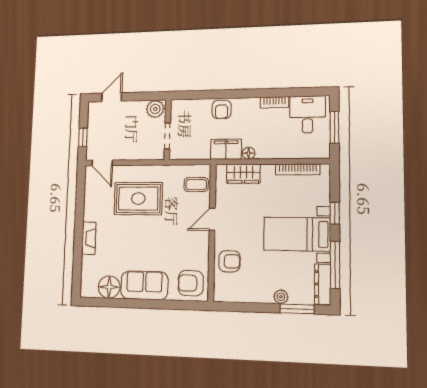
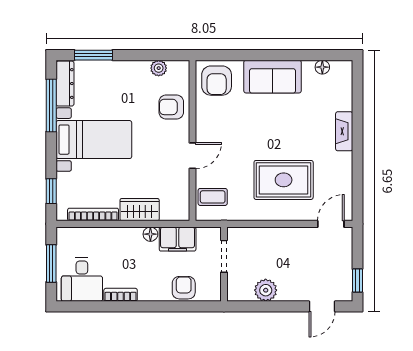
wall: (168, 130) -> (224, 264), moved
doorway: (167, 136) -> (224, 256), moved
window: (83, 137) -> (357, 281), moved
door: (102, 163) -> (331, 224), hinge flipped
wardrobe: (243, 174) -> (140, 210), moved
window: (335, 213) -> (51, 191), moved
armchair: (191, 283) -> (217, 81), turned 90
floor lamp: (109, 287) -> (322, 67), width x0.53, depth x0.53
plant: (281, 297) -> (159, 68), moved

